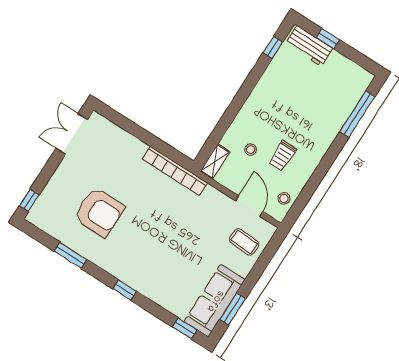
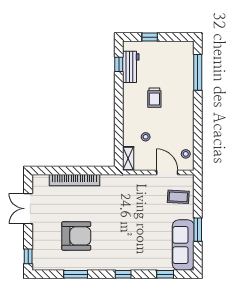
workbench: (309, 46) -> (131, 67), moved, turned -90
double door: (72, 134) -> (28, 209), moved
trolley: (283, 156) -> (154, 98), moved
bookcase: (175, 171) -> (74, 180), moved
window: (233, 309) -> (198, 230), moved
window: (185, 328) -> (165, 274), moved

